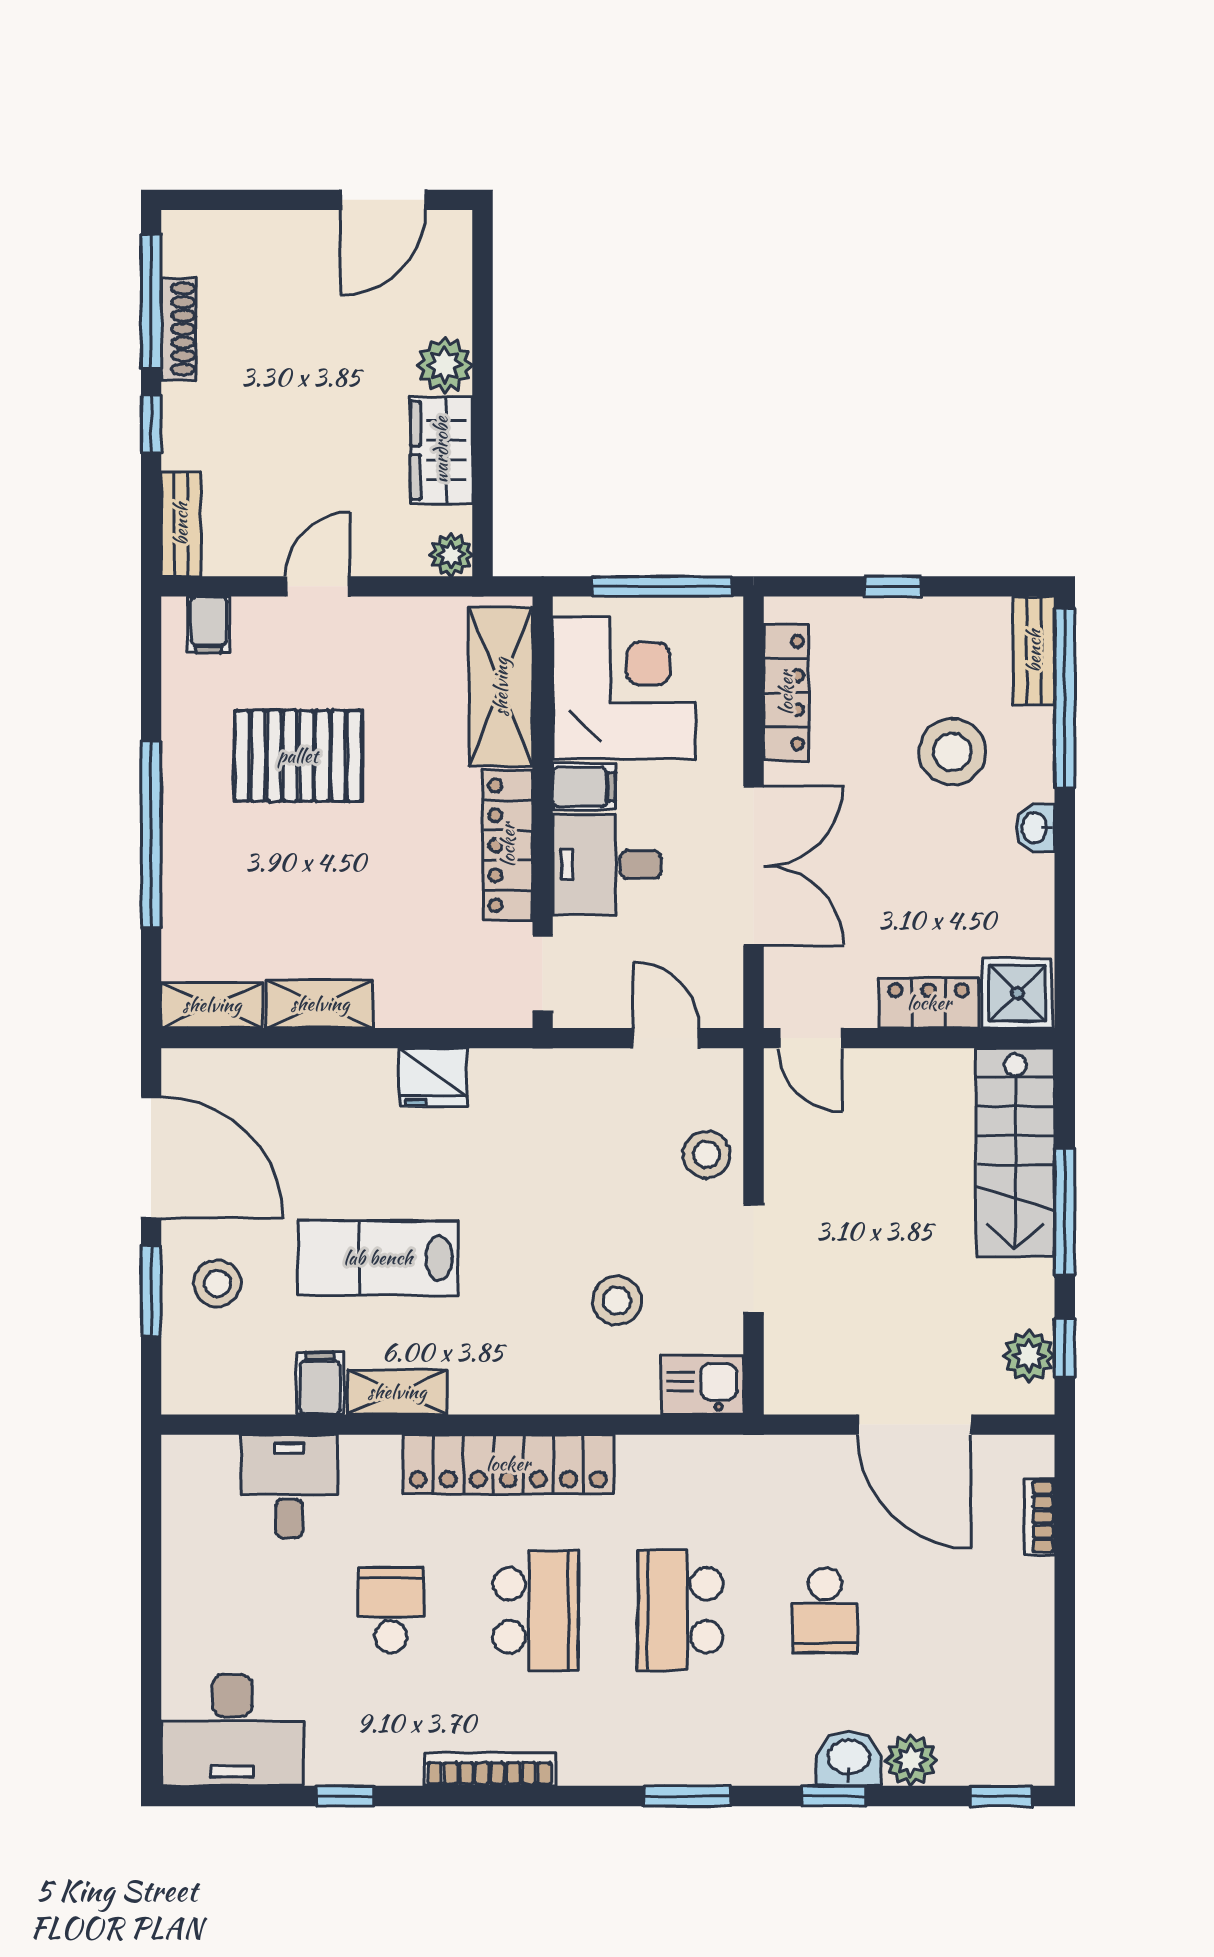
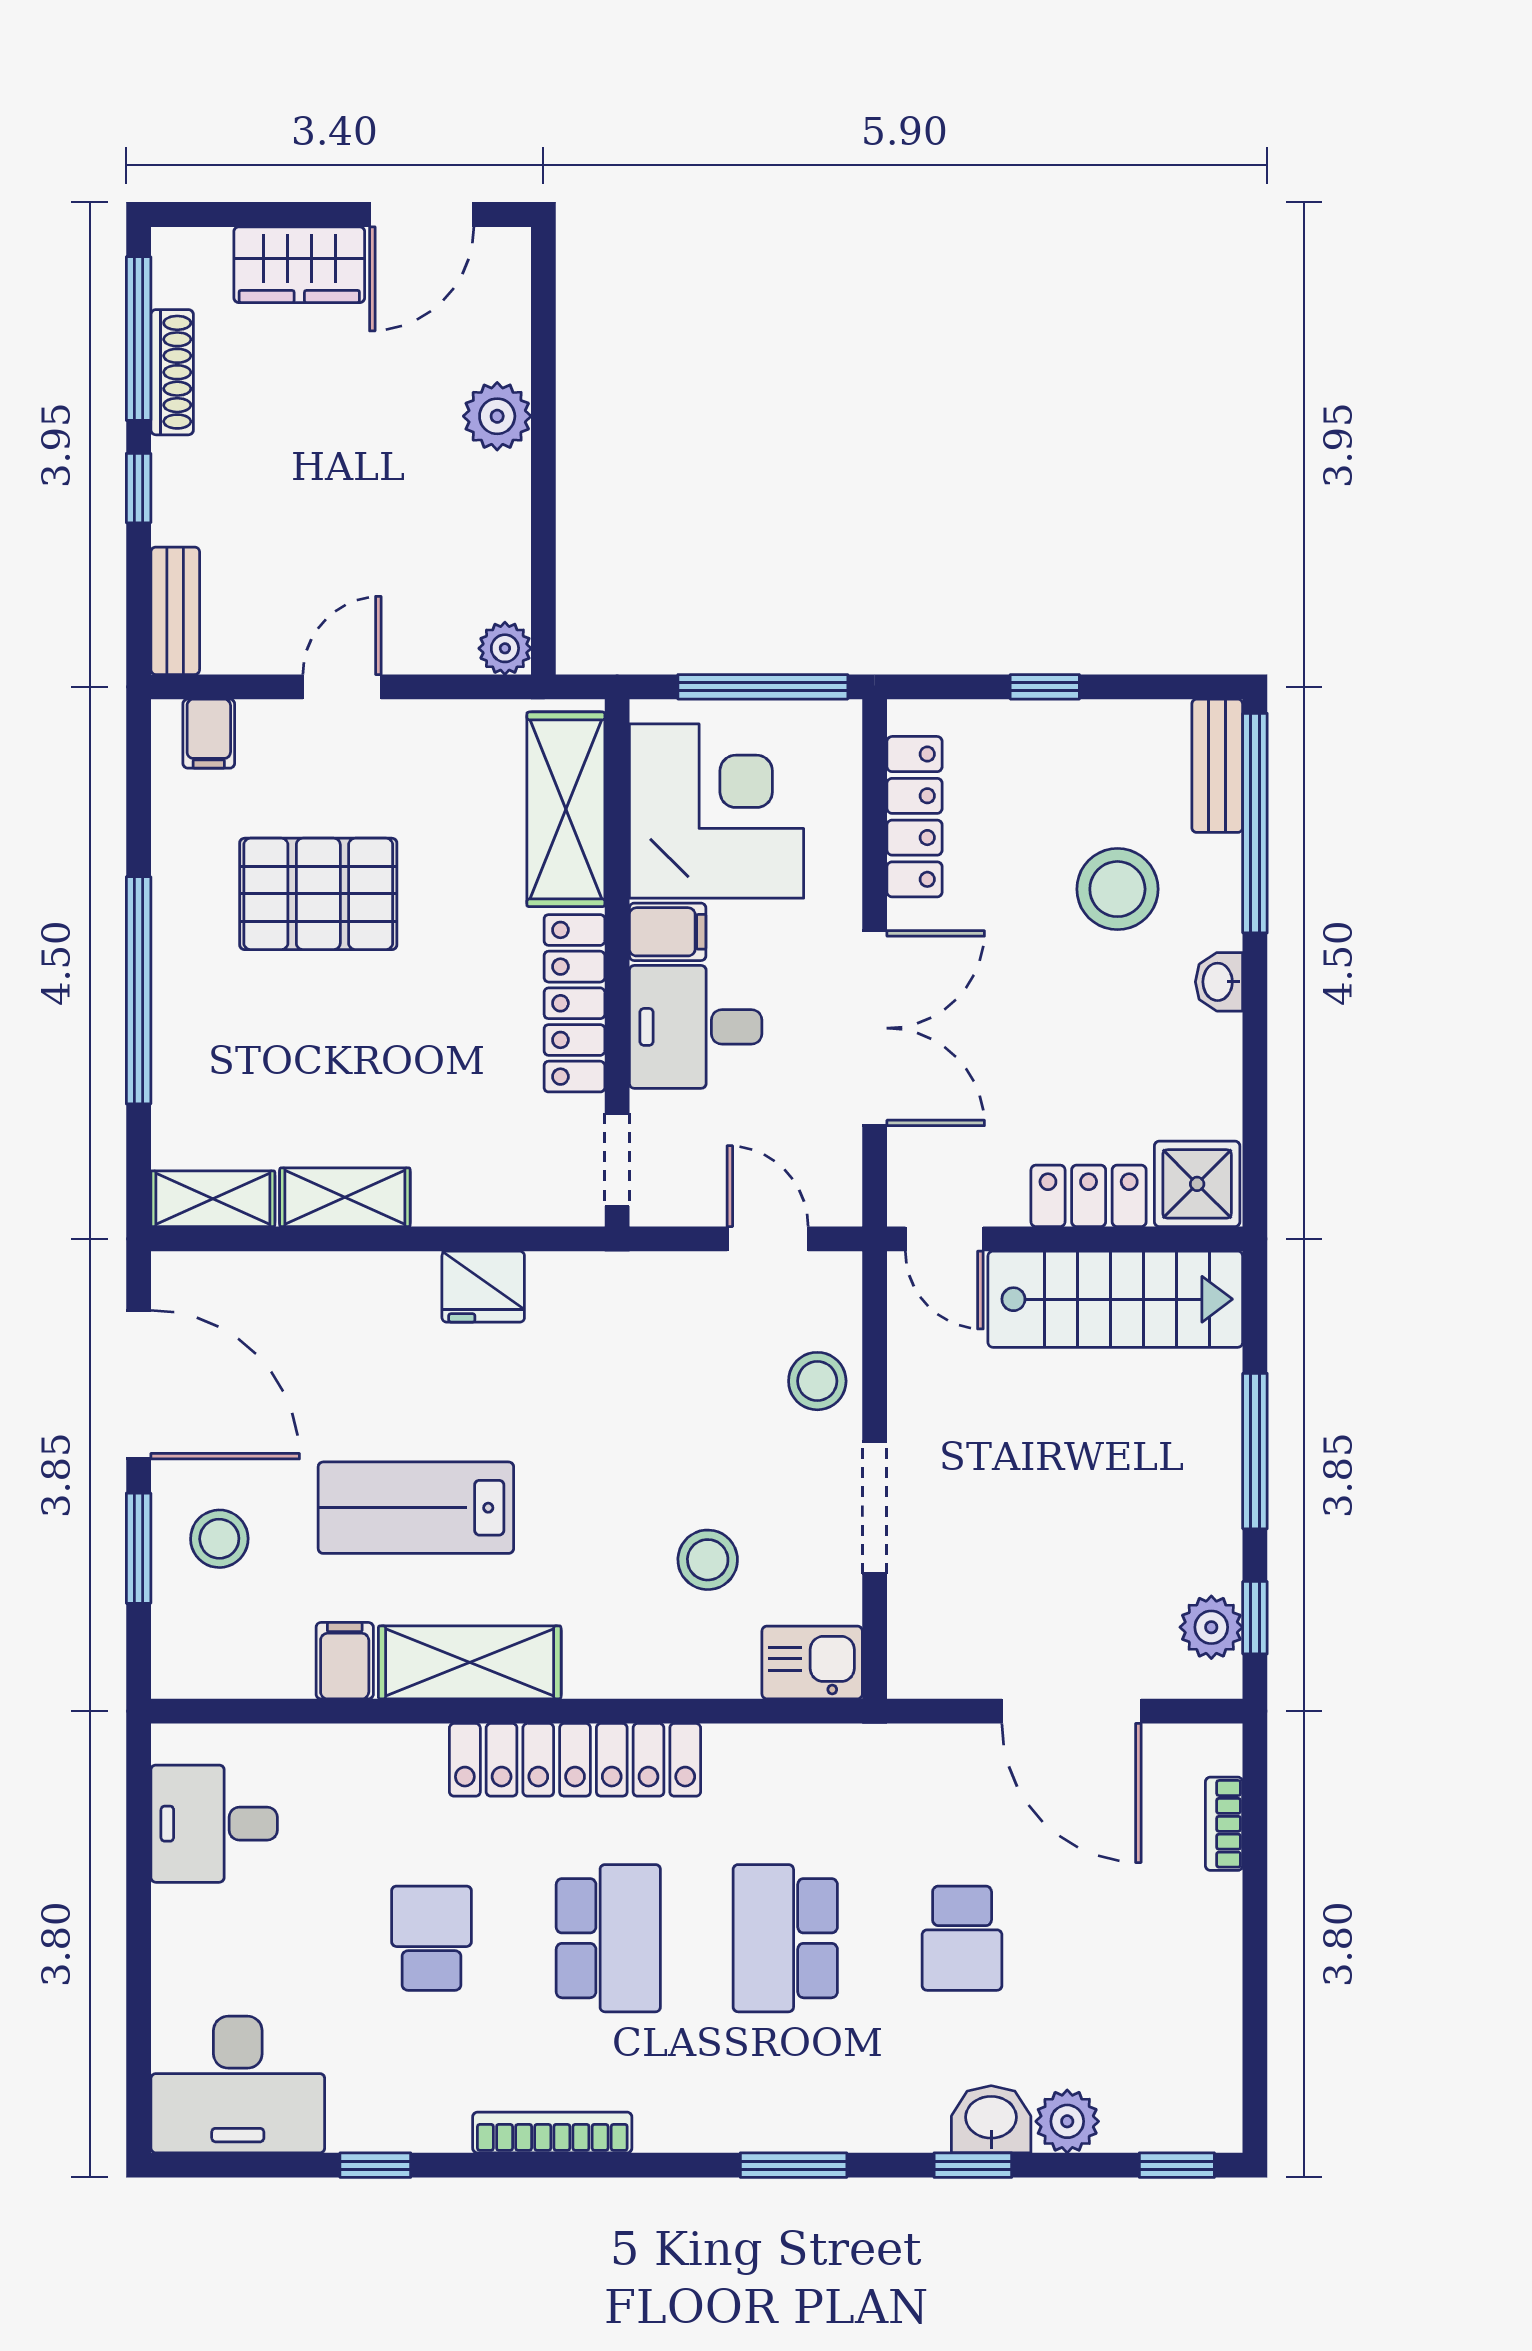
wardrobe: (441, 450) -> (299, 265), moved, turned -90
stairs: (1015, 1152) -> (1115, 1299), moved, turned -90
shelving: (397, 1392) -> (470, 1662), width x1.50, depth x1.33
desk: (289, 1486) -> (214, 1824), moved, turned -90

